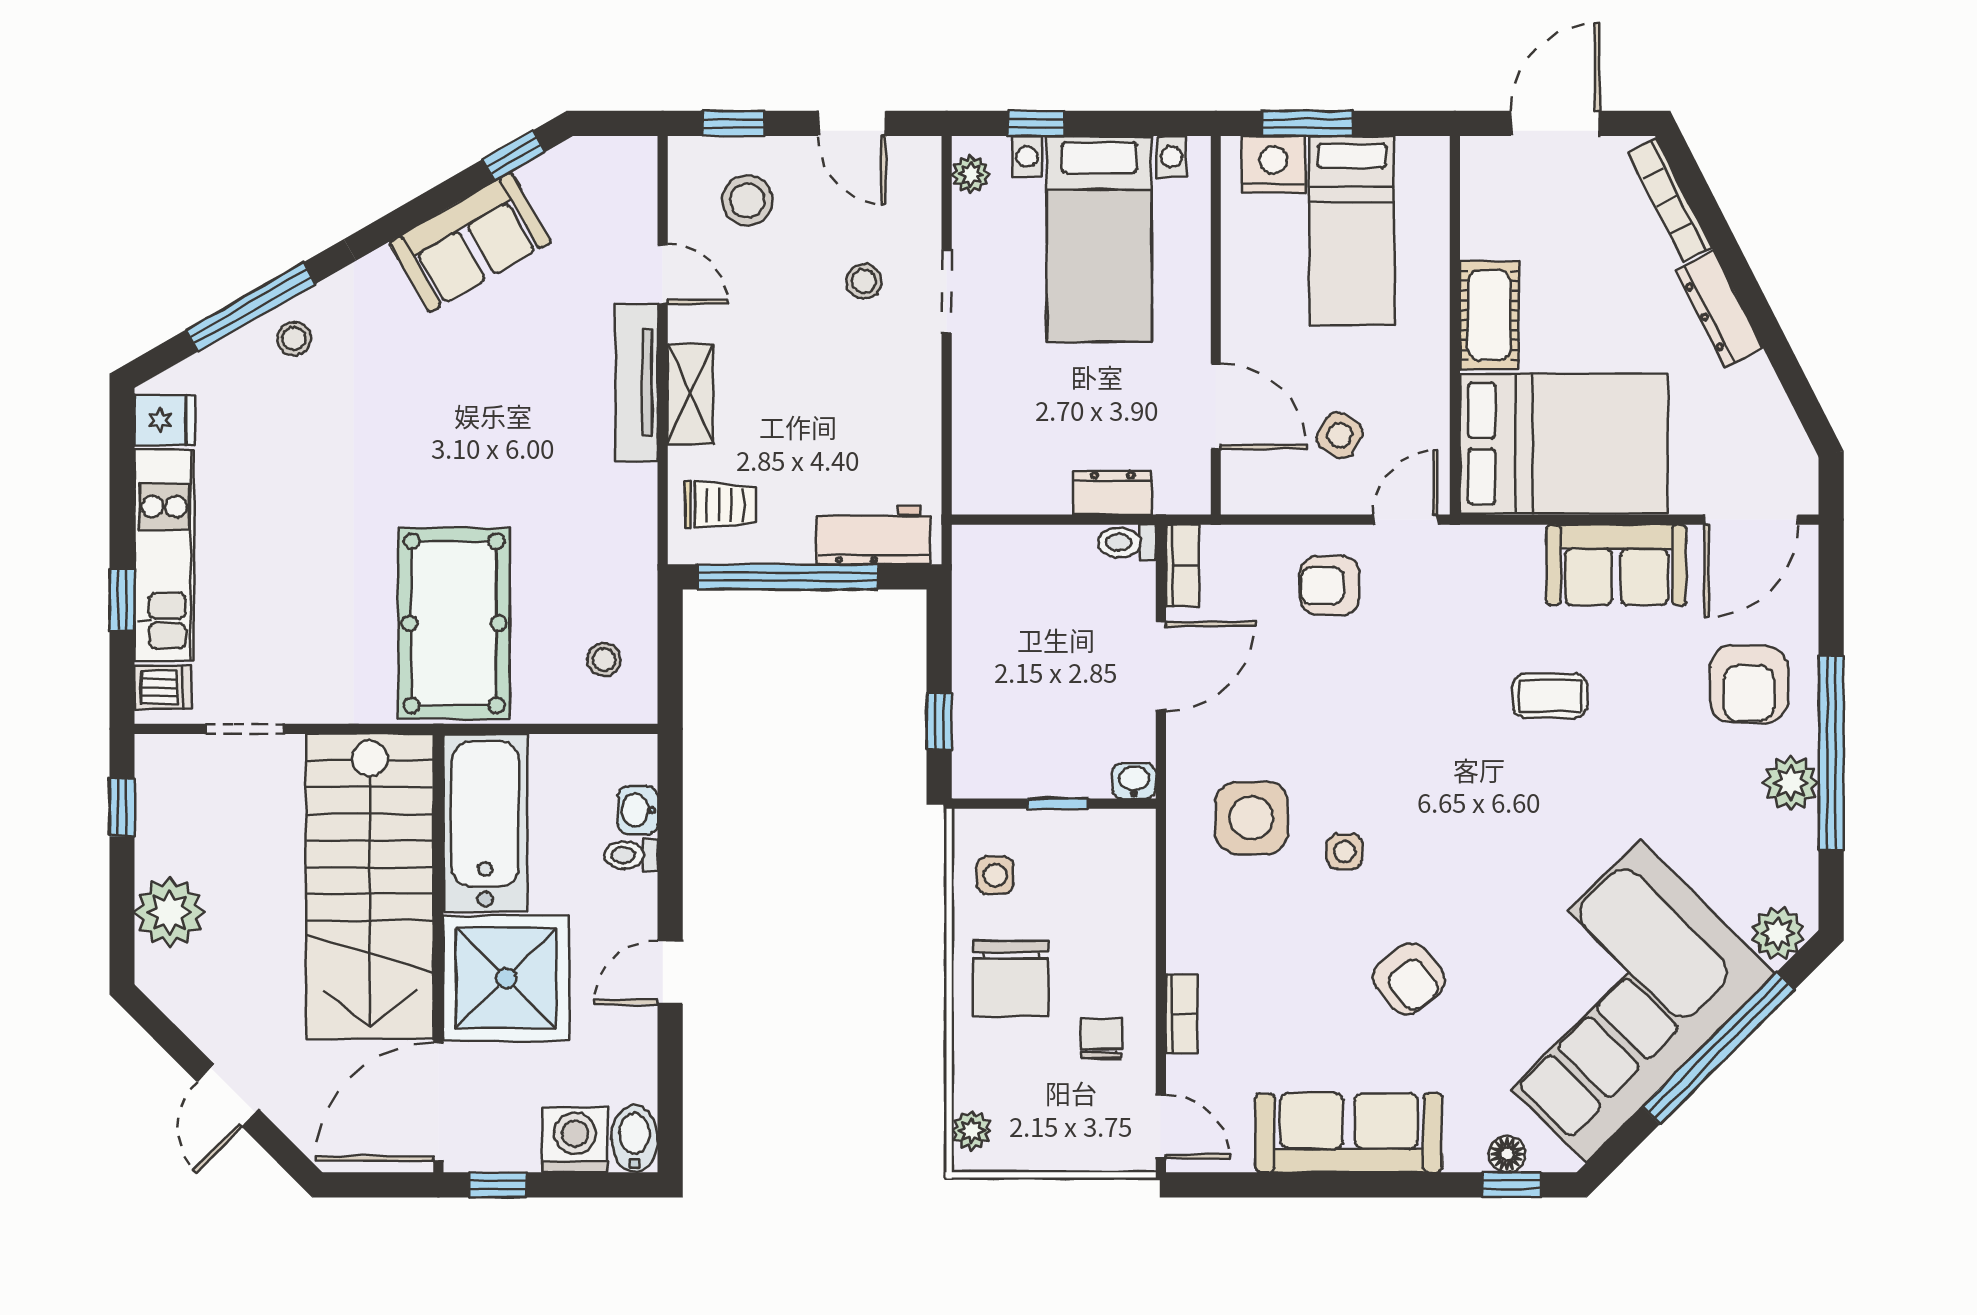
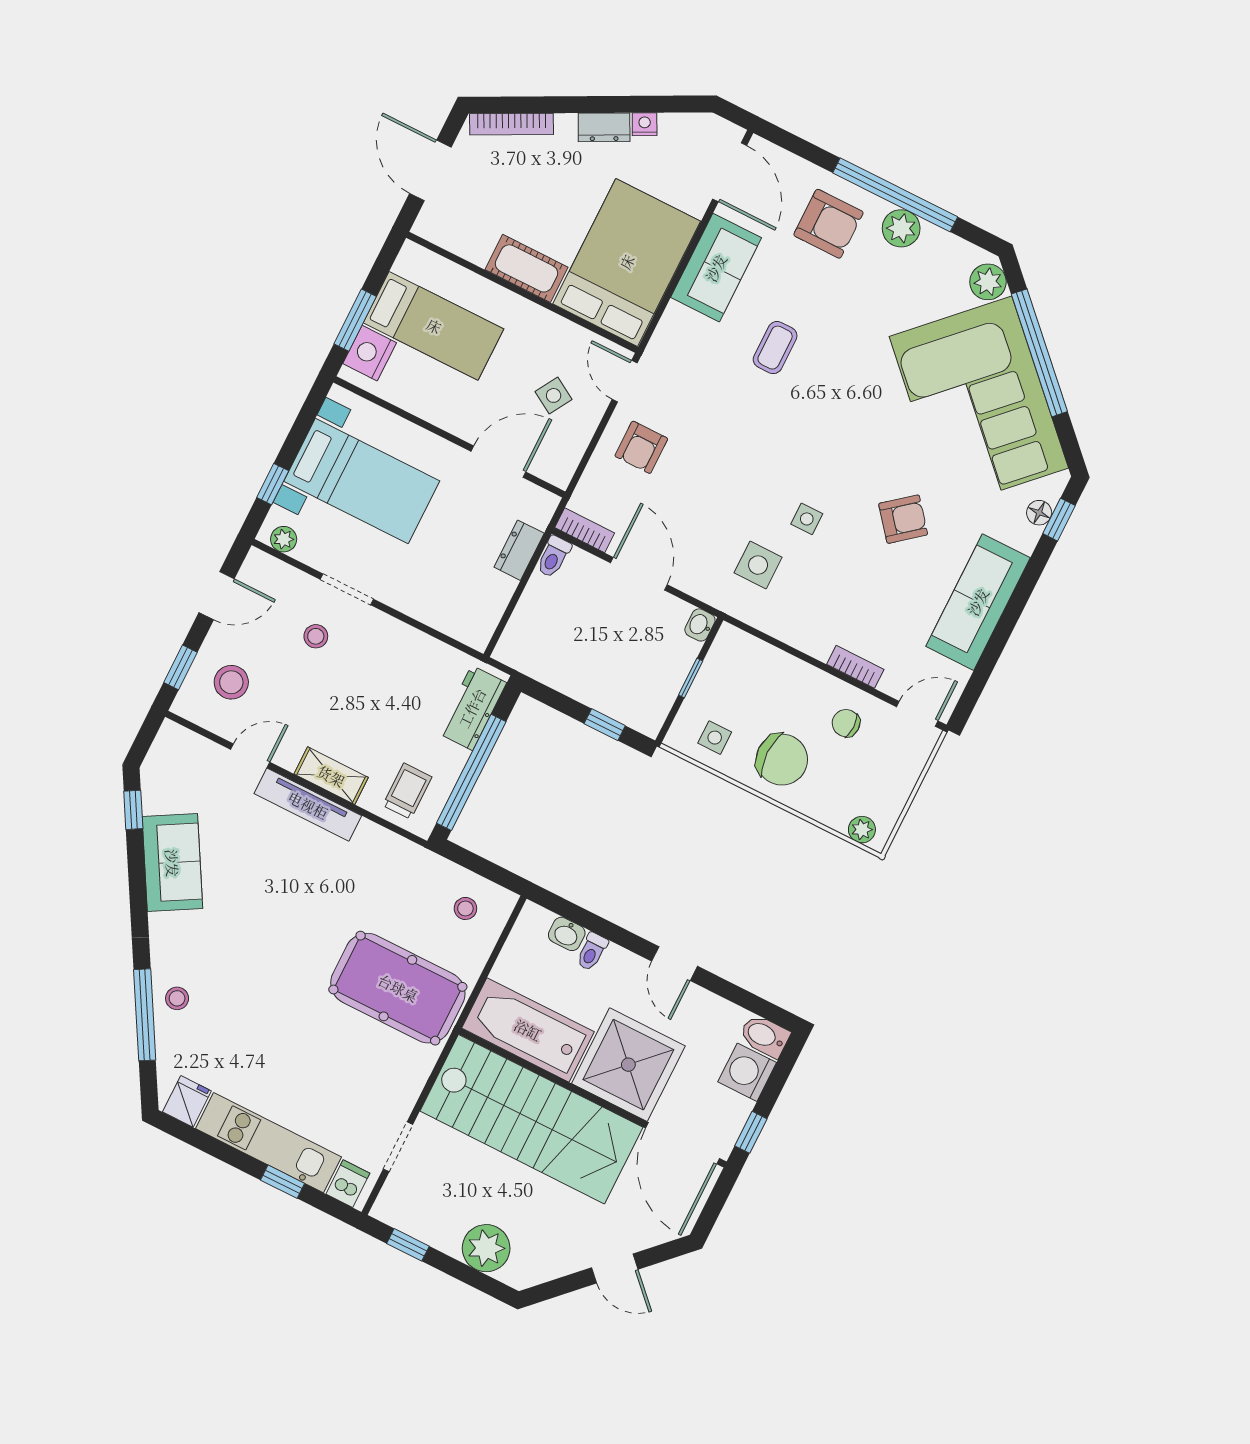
dresser: (1719, 309) -> (604, 127), width x0.70
nightstand: (1758, 375) -> (645, 124), added
side table: (1252, 818) -> (758, 565), width x0.73, depth x0.73

